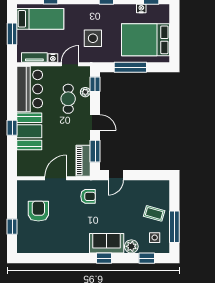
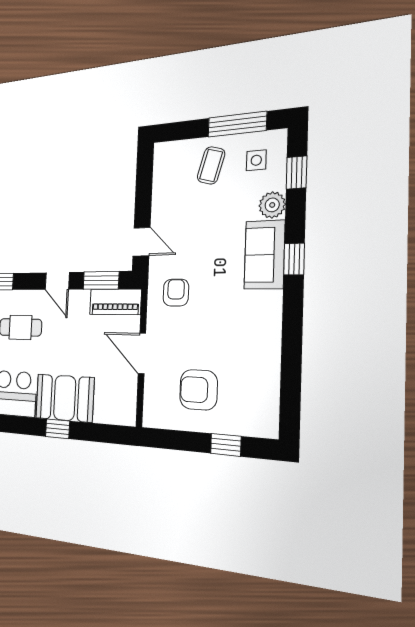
plant: (85, 92) -> (13, 298), removed
door: (95, 123) -> (57, 281), swing flipped

